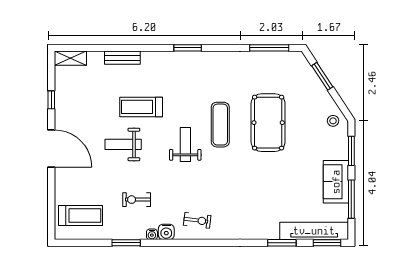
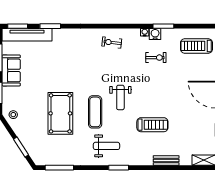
weight bench: (123, 144) -> (106, 146), moved
water cooler: (166, 232) -> (155, 34), moved

